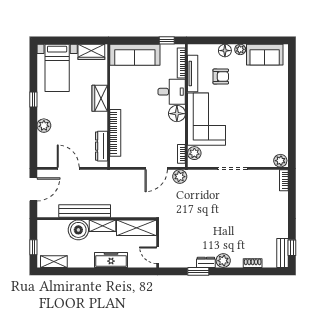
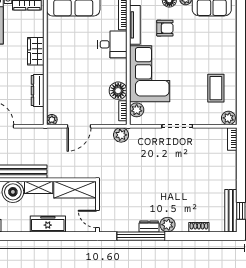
floor lamp: (177, 114) -> (118, 91), moved
bookcase: (115, 133) -> (52, 88), removed
coffee table: (269, 133) -> (216, 88), added
dresser: (101, 146) -> (38, 91), moved
plant: (115, 162) -> (52, 120), added
door: (156, 168) -> (79, 126), moved
bench: (283, 253) -> (231, 211), width x1.36
window: (198, 271) -> (141, 236), width x2.11

